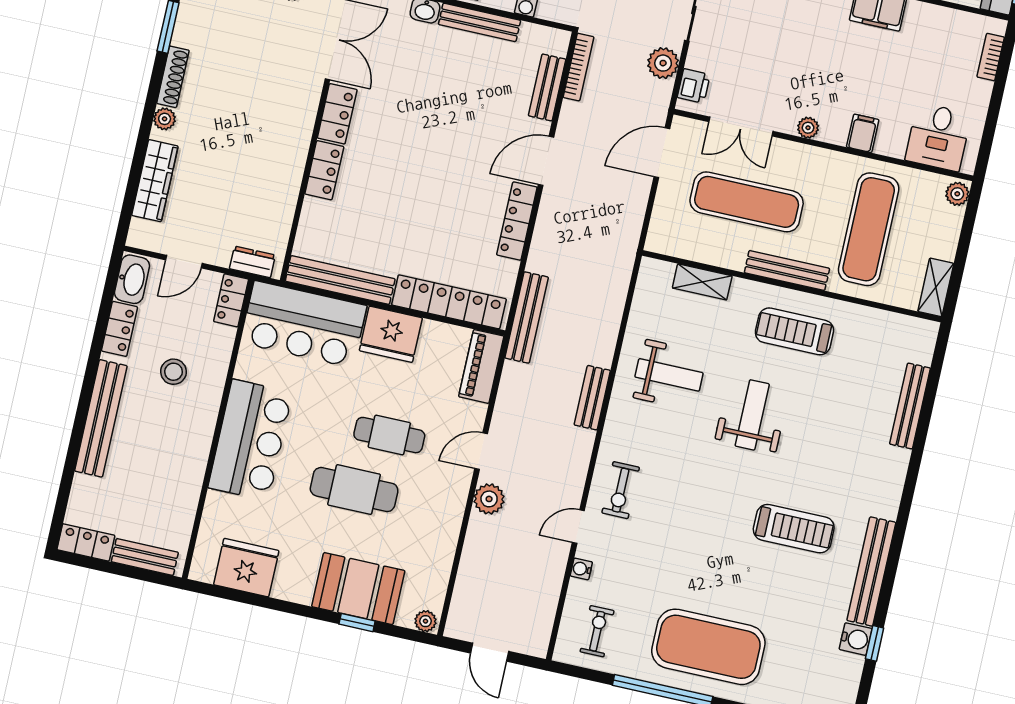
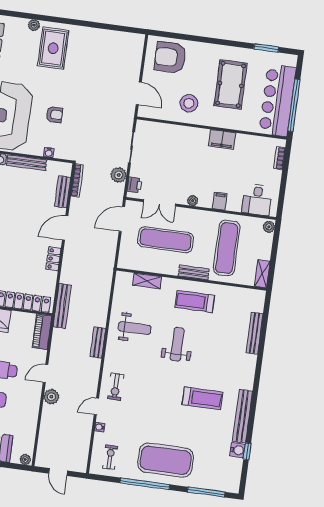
locker: (517, 221) -> (53, 259), width x0.66
bench: (787, 270) -> (194, 272), width x0.73

